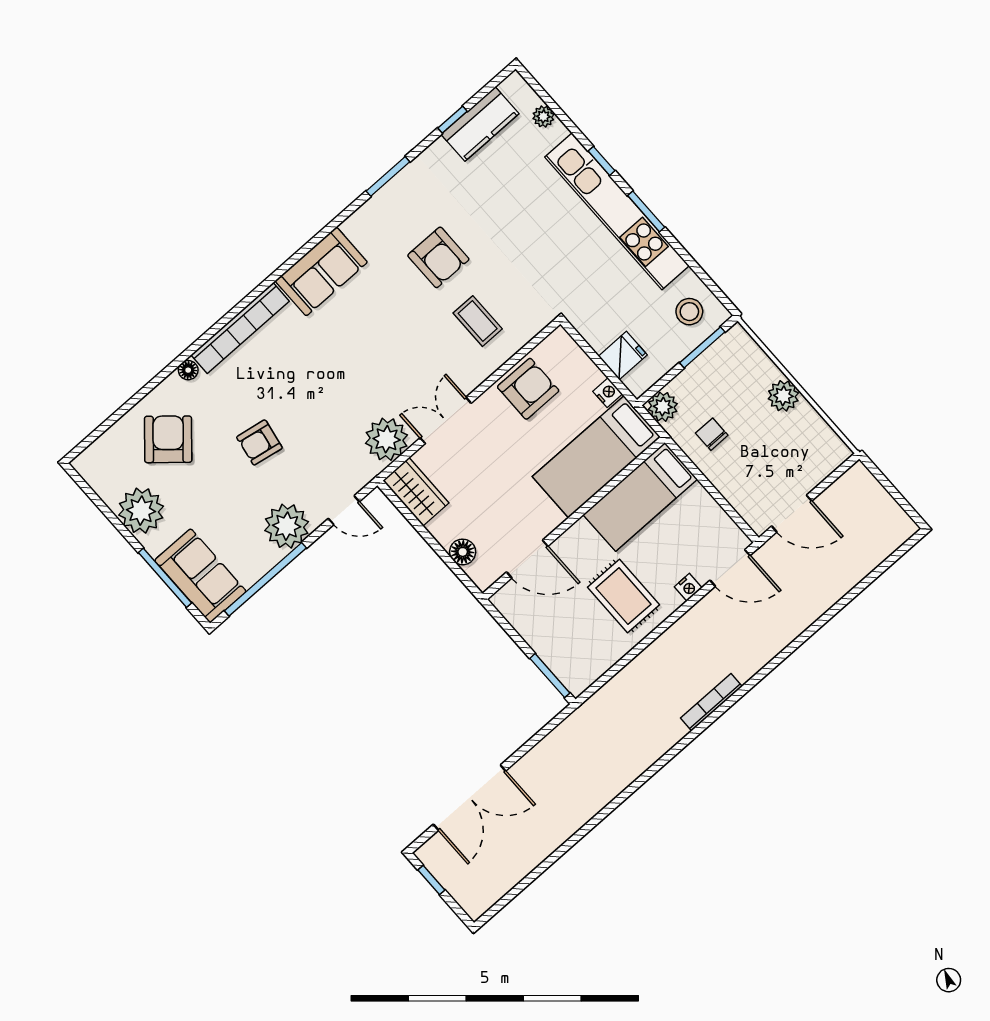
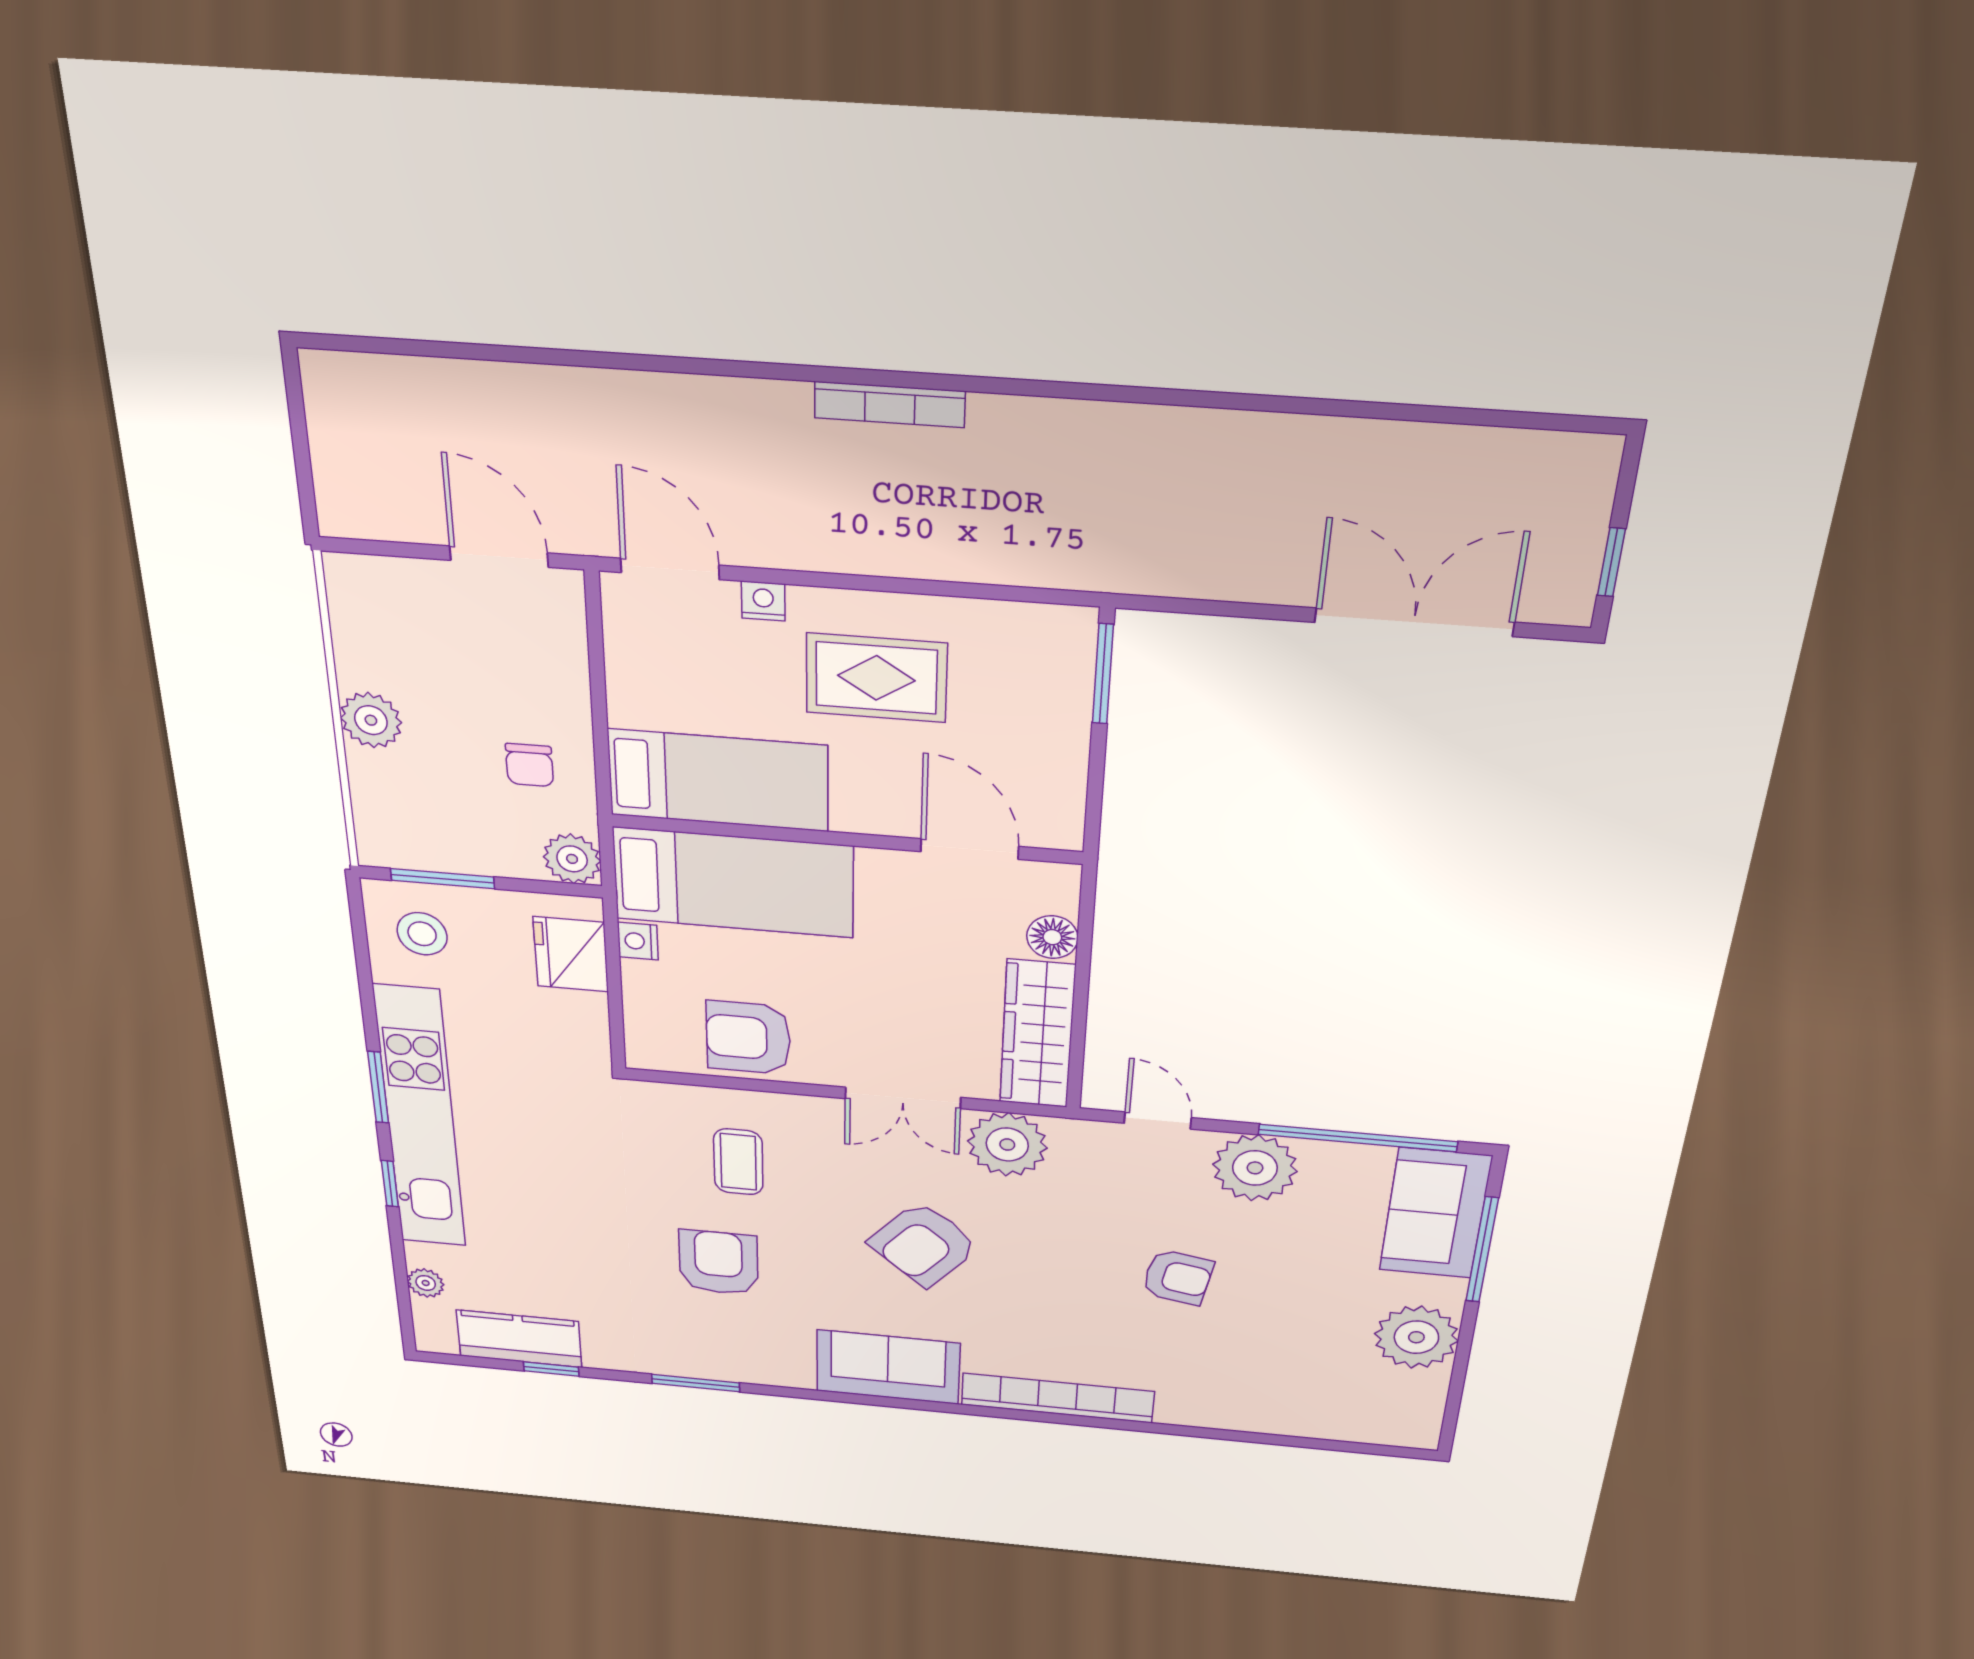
fridge: (623, 355) -> (571, 954), width x1.38
floor lamp: (188, 370) -> (1174, 1413), removed
armchair: (168, 439) -> (924, 1244), moved
wardrobe: (416, 492) -> (1037, 1034), width x1.50
rug: (623, 596) -> (876, 678), turned 90

